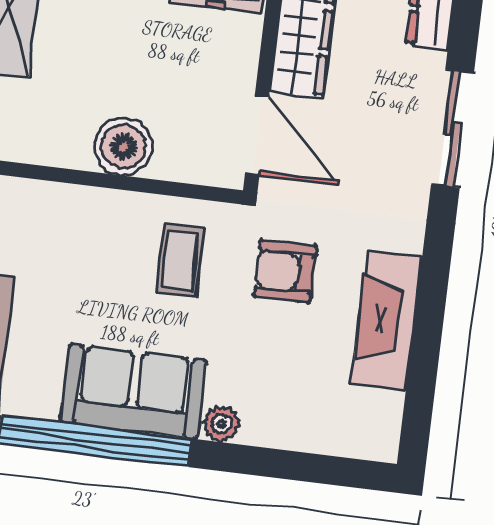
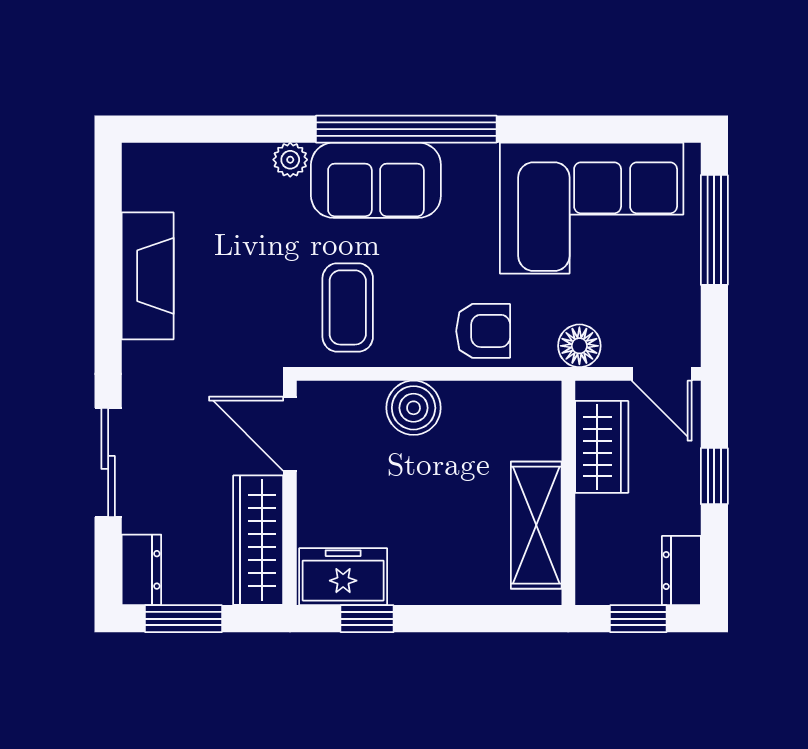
coffee table: (180, 261) -> (348, 307), width x1.36, depth x1.30
armchair: (285, 272) -> (483, 331), moved

